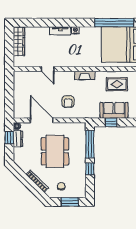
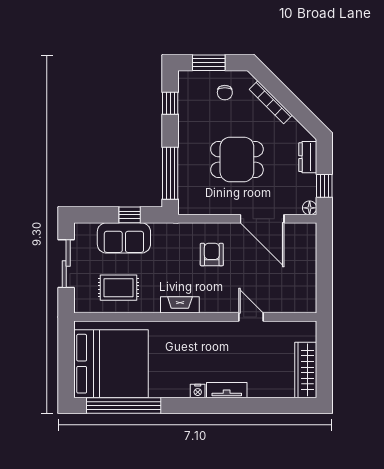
dresser: (18, 139) -> (308, 157), moved
dining table: (55, 151) -> (237, 159), width x0.73
window: (90, 169) -> (170, 103), moved

